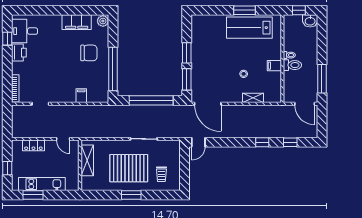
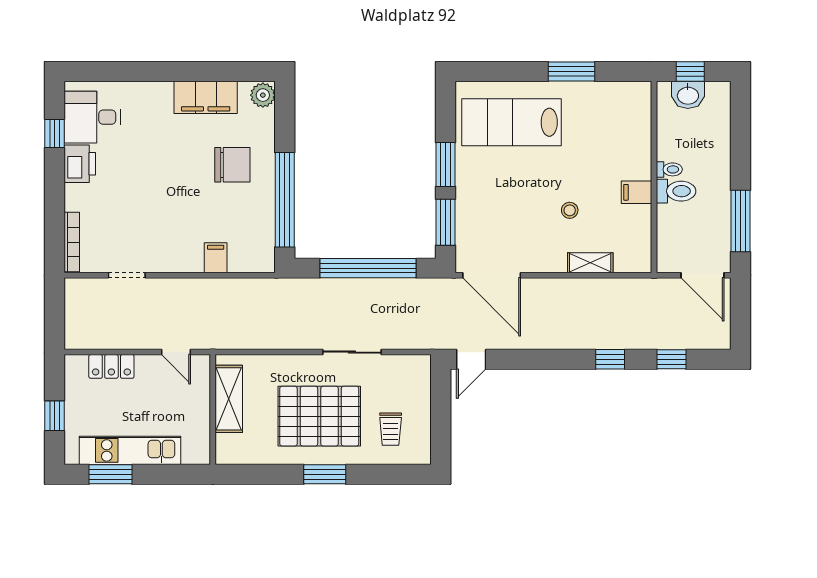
washbasin: (310, 21) -> (688, 95), moved
lab bench: (249, 28) -> (512, 122), moved

